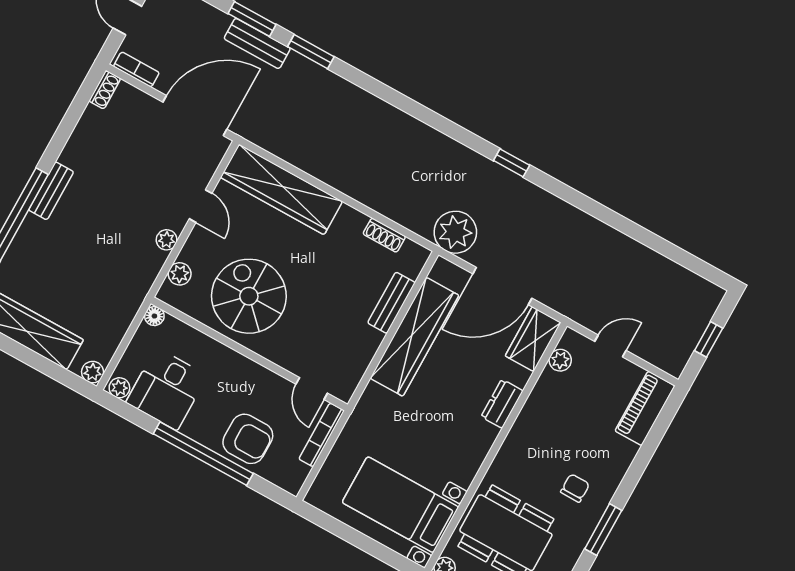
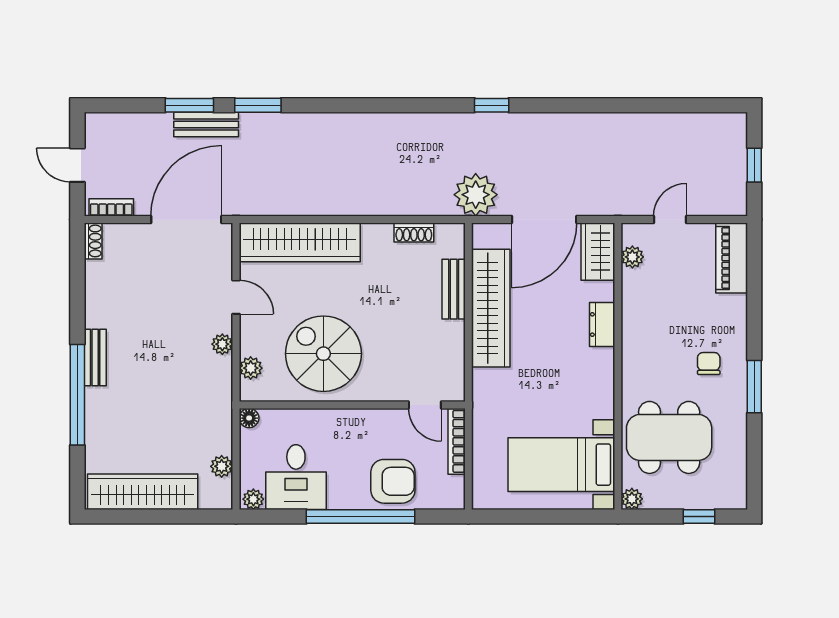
plant: (93, 372) -> (222, 466), moved

